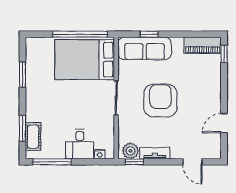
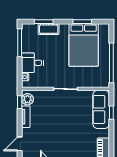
bed: (85, 60) -> (84, 45), moved, turned 180
armchair: (160, 101) -> (64, 121), removed
cot: (33, 137) -> (49, 29), moved

